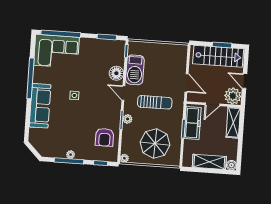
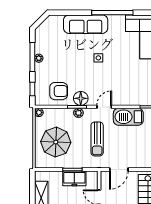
floor lamp: (116, 73) -> (81, 98), moved
freezer: (193, 123) -> (74, 178), width x0.71
armchair: (105, 137) -> (59, 91), turned 180

